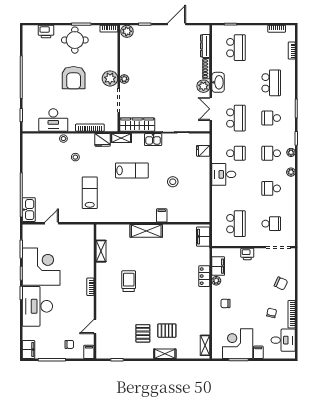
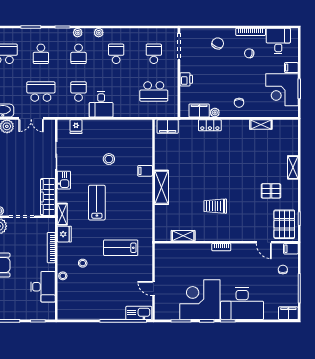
school desk: (271, 188) -> (116, 54), turned 180
school desk: (236, 224) -> (154, 91), turned 180
pallet: (167, 331) -> (284, 224), moved, width x1.50, depth x1.42
shelving: (205, 345) -> (261, 124), moved

